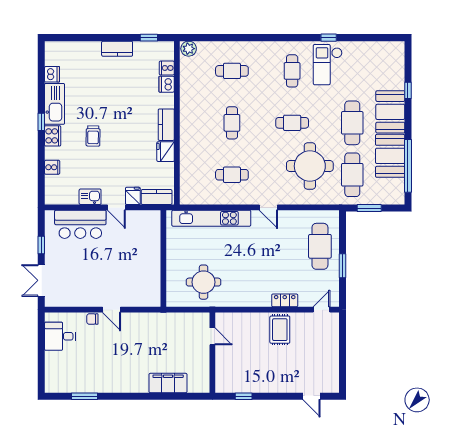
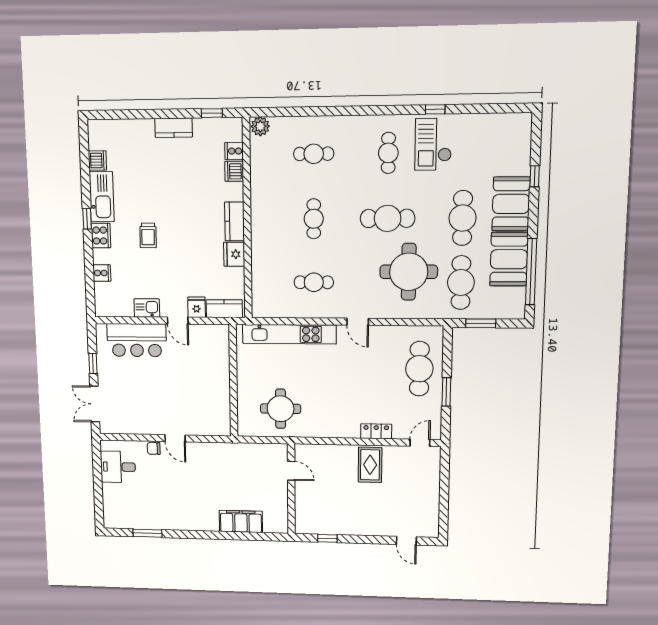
cafe table: (292, 123) -> (388, 218), width x1.37, depth x1.35

